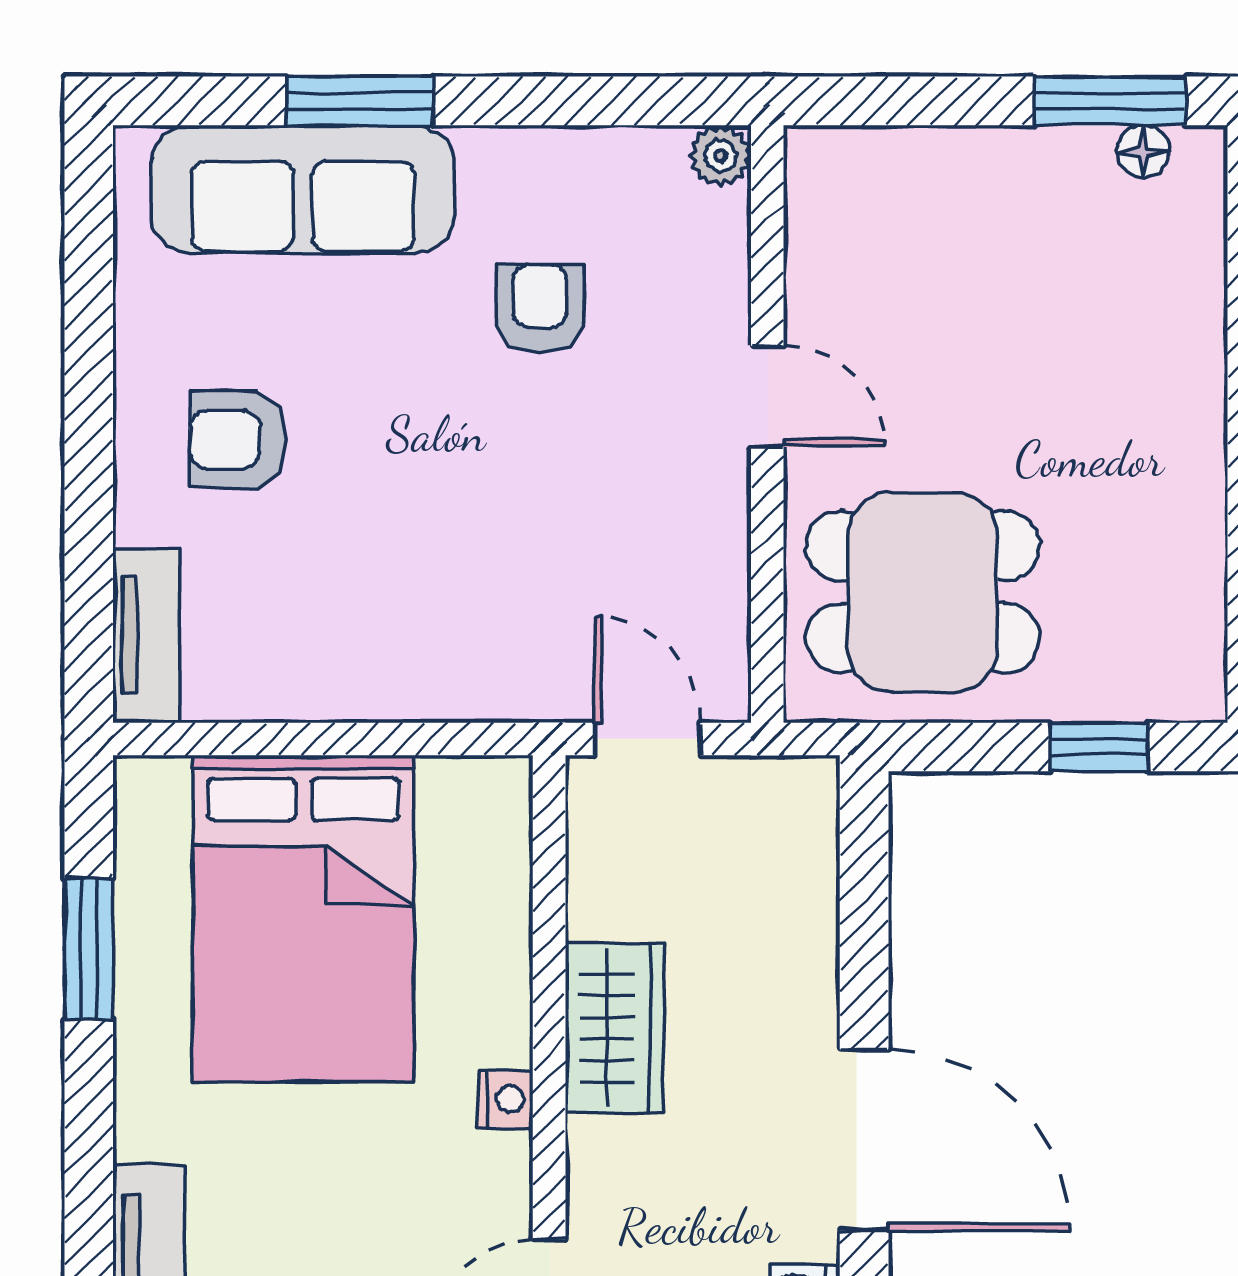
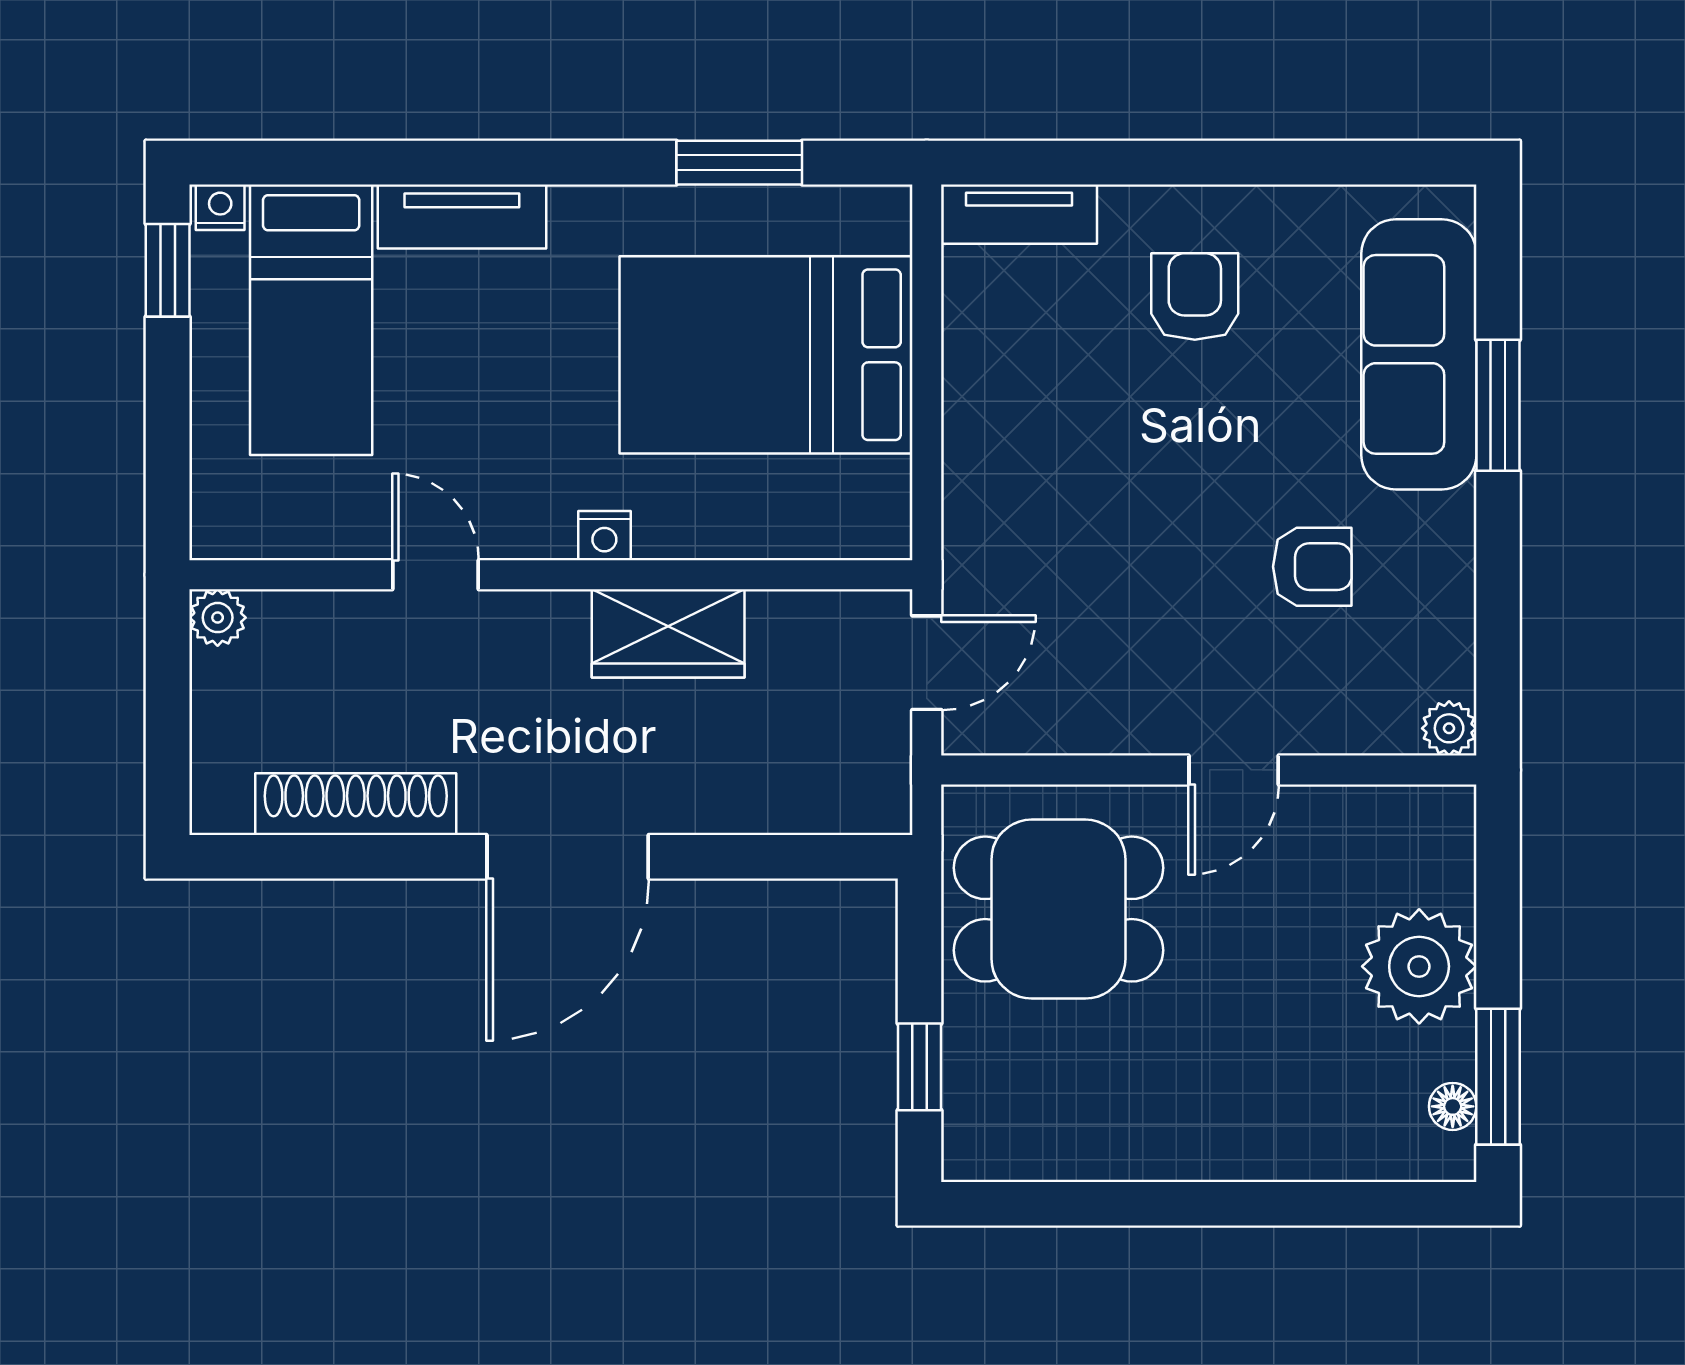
plant: (987, 189) -> (1419, 966), added
dining table: (923, 592) -> (1058, 909), turned 90

